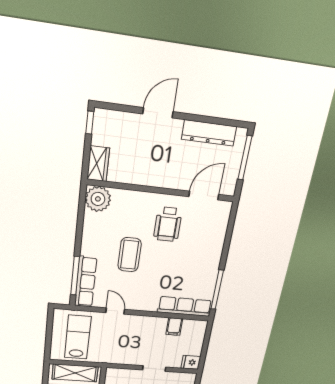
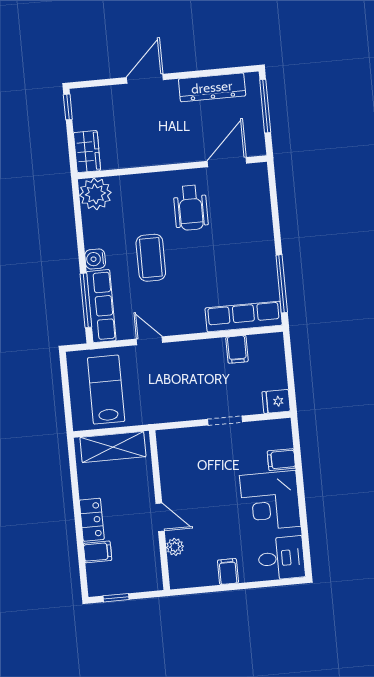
water cooler: (88, 248) -> (95, 259), added

